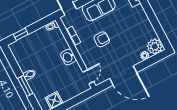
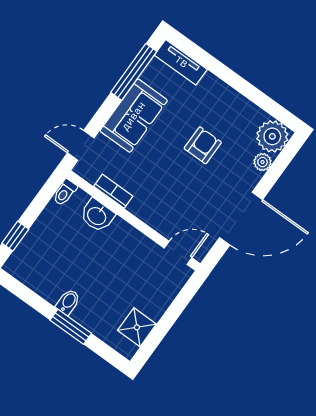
armchair: (102, 39) -> (203, 145), moved
washbasin: (68, 57) -> (97, 216), moved
door: (88, 77) -> (178, 253), hinge flipped

